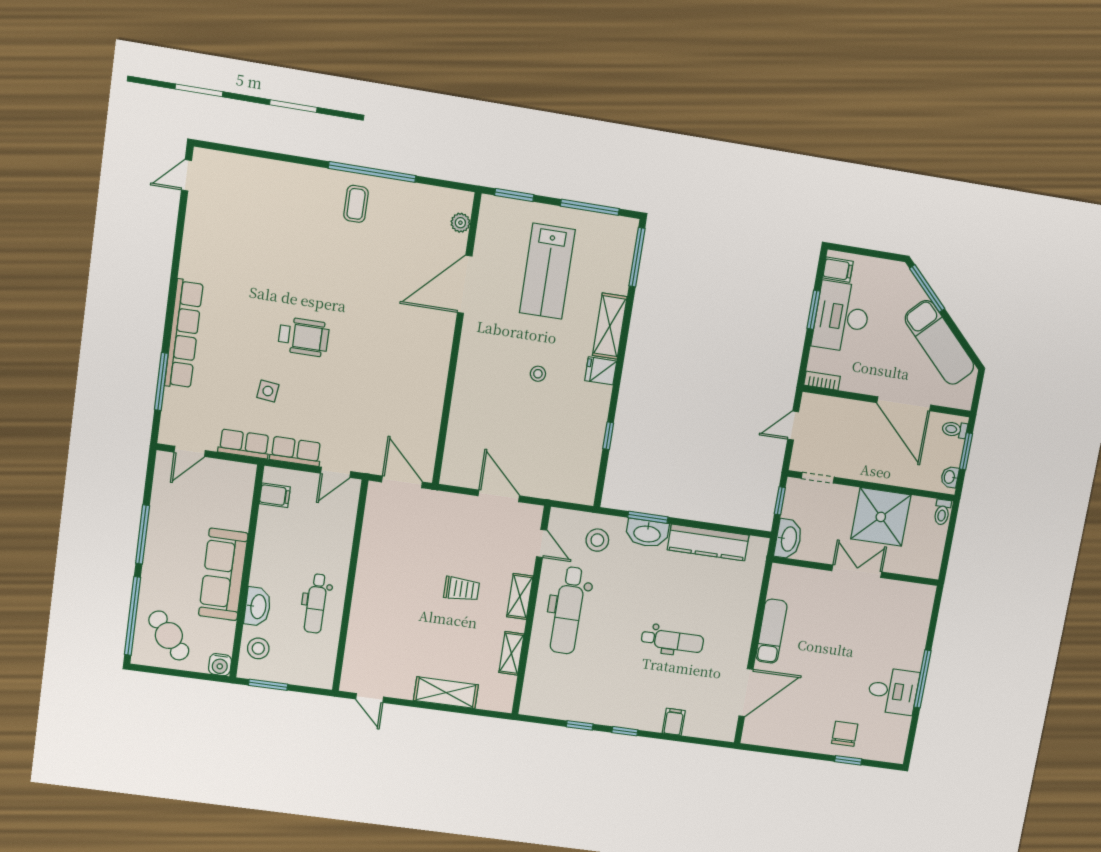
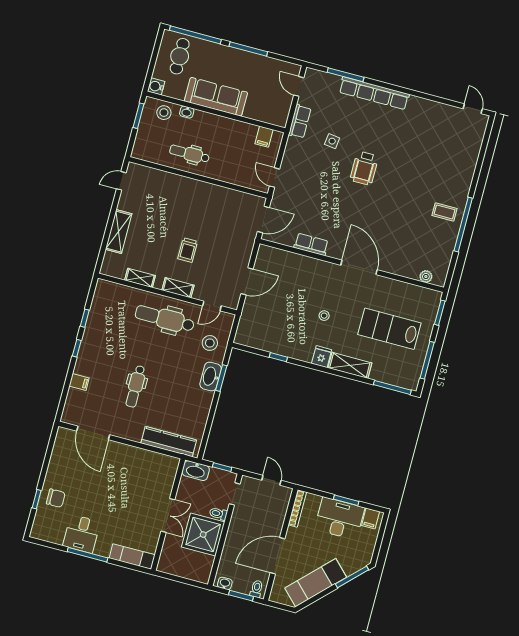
door: (465, 284) -> (359, 267), moved
bookcase: (822, 381) -> (297, 508), width x1.56
row of seats: (296, 451) -> (311, 244), moved, turned -90
toilet: (942, 512) -> (218, 514), moved
kitchen counter: (708, 542) -> (169, 442), moved, turned 90
washbasin: (258, 607) -> (187, 112), width x0.52, depth x0.69
exam couch: (771, 631) -> (132, 556), moved, turned 180
cafe table: (169, 635) -> (180, 56), turned -50

